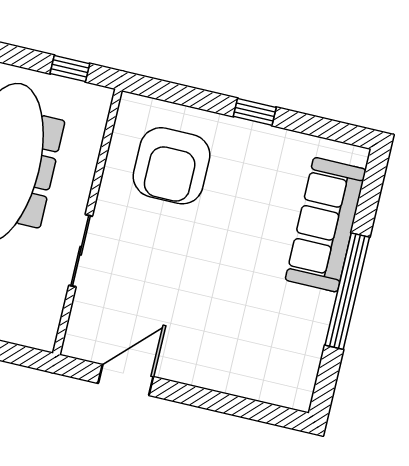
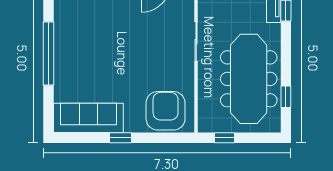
armchair: (172, 166) -> (166, 111), moved
sofa: (326, 225) -> (88, 118), moved, turned -90

